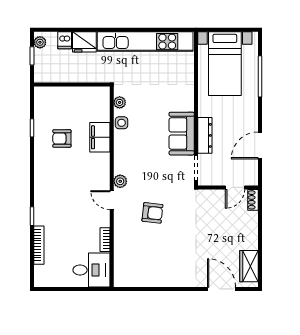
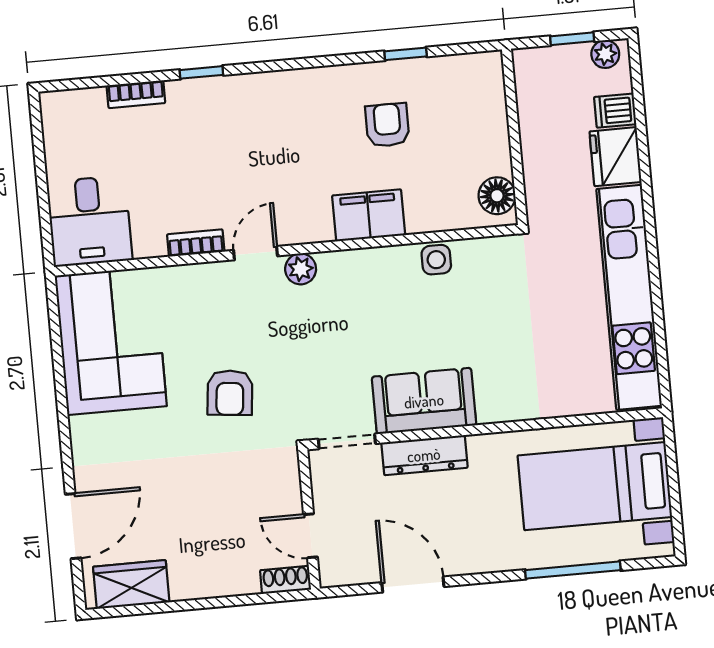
floor lamp: (96, 94) -> (497, 196), added
plant: (120, 102) -> (483, 251), removed
filing cabinet: (100, 137) -> (369, 215), moved
armchair: (152, 213) -> (230, 393), moved
bookcase: (105, 240) -> (196, 243), moved
bookcase: (39, 245) -> (136, 94), width x0.64
corner sofa: (144, 266) -> (111, 341), added

